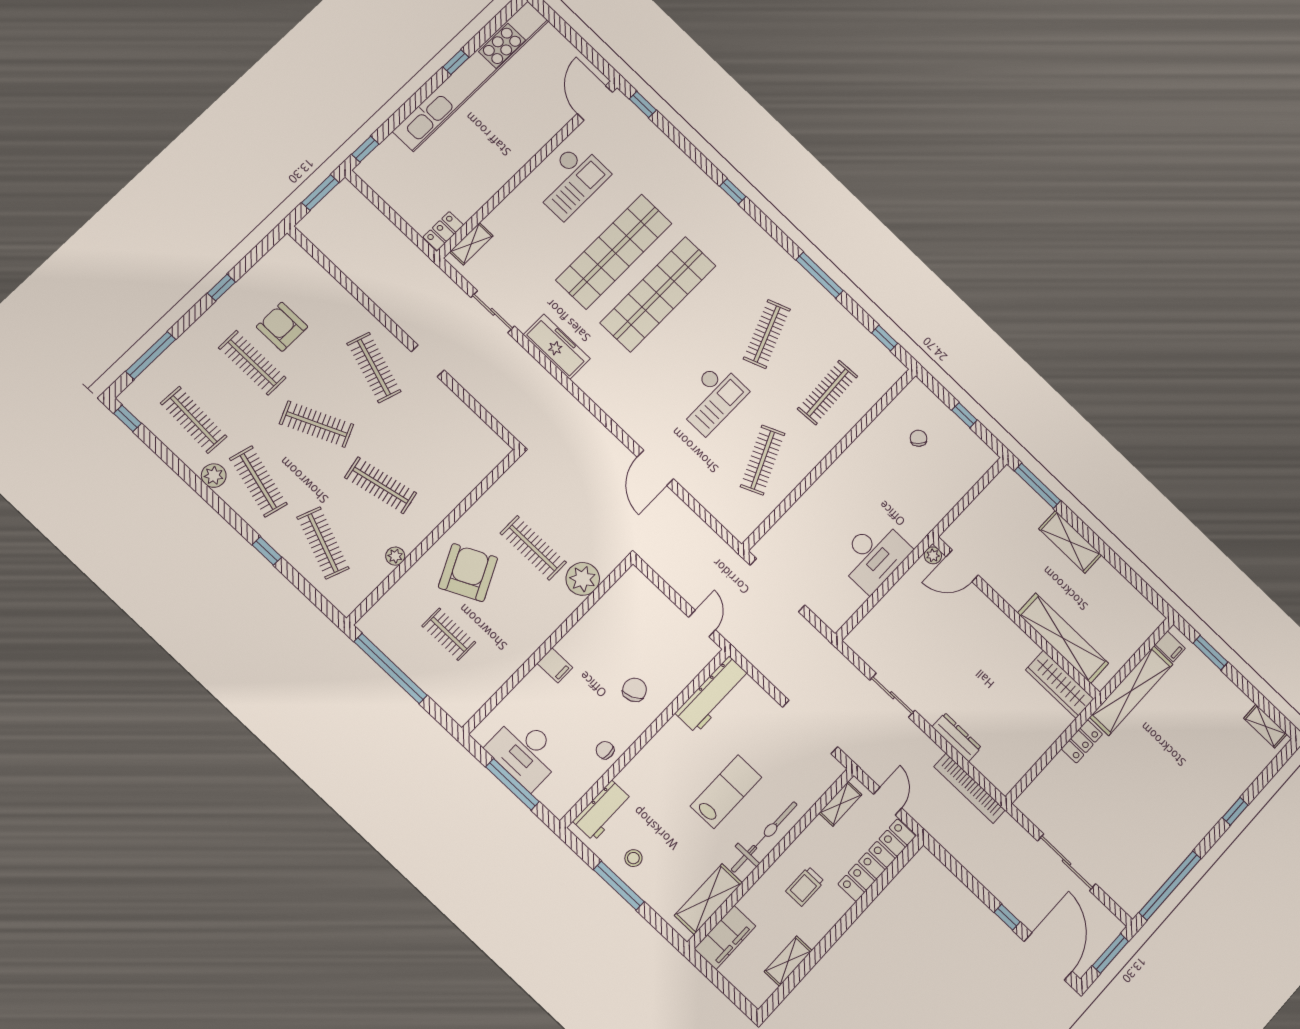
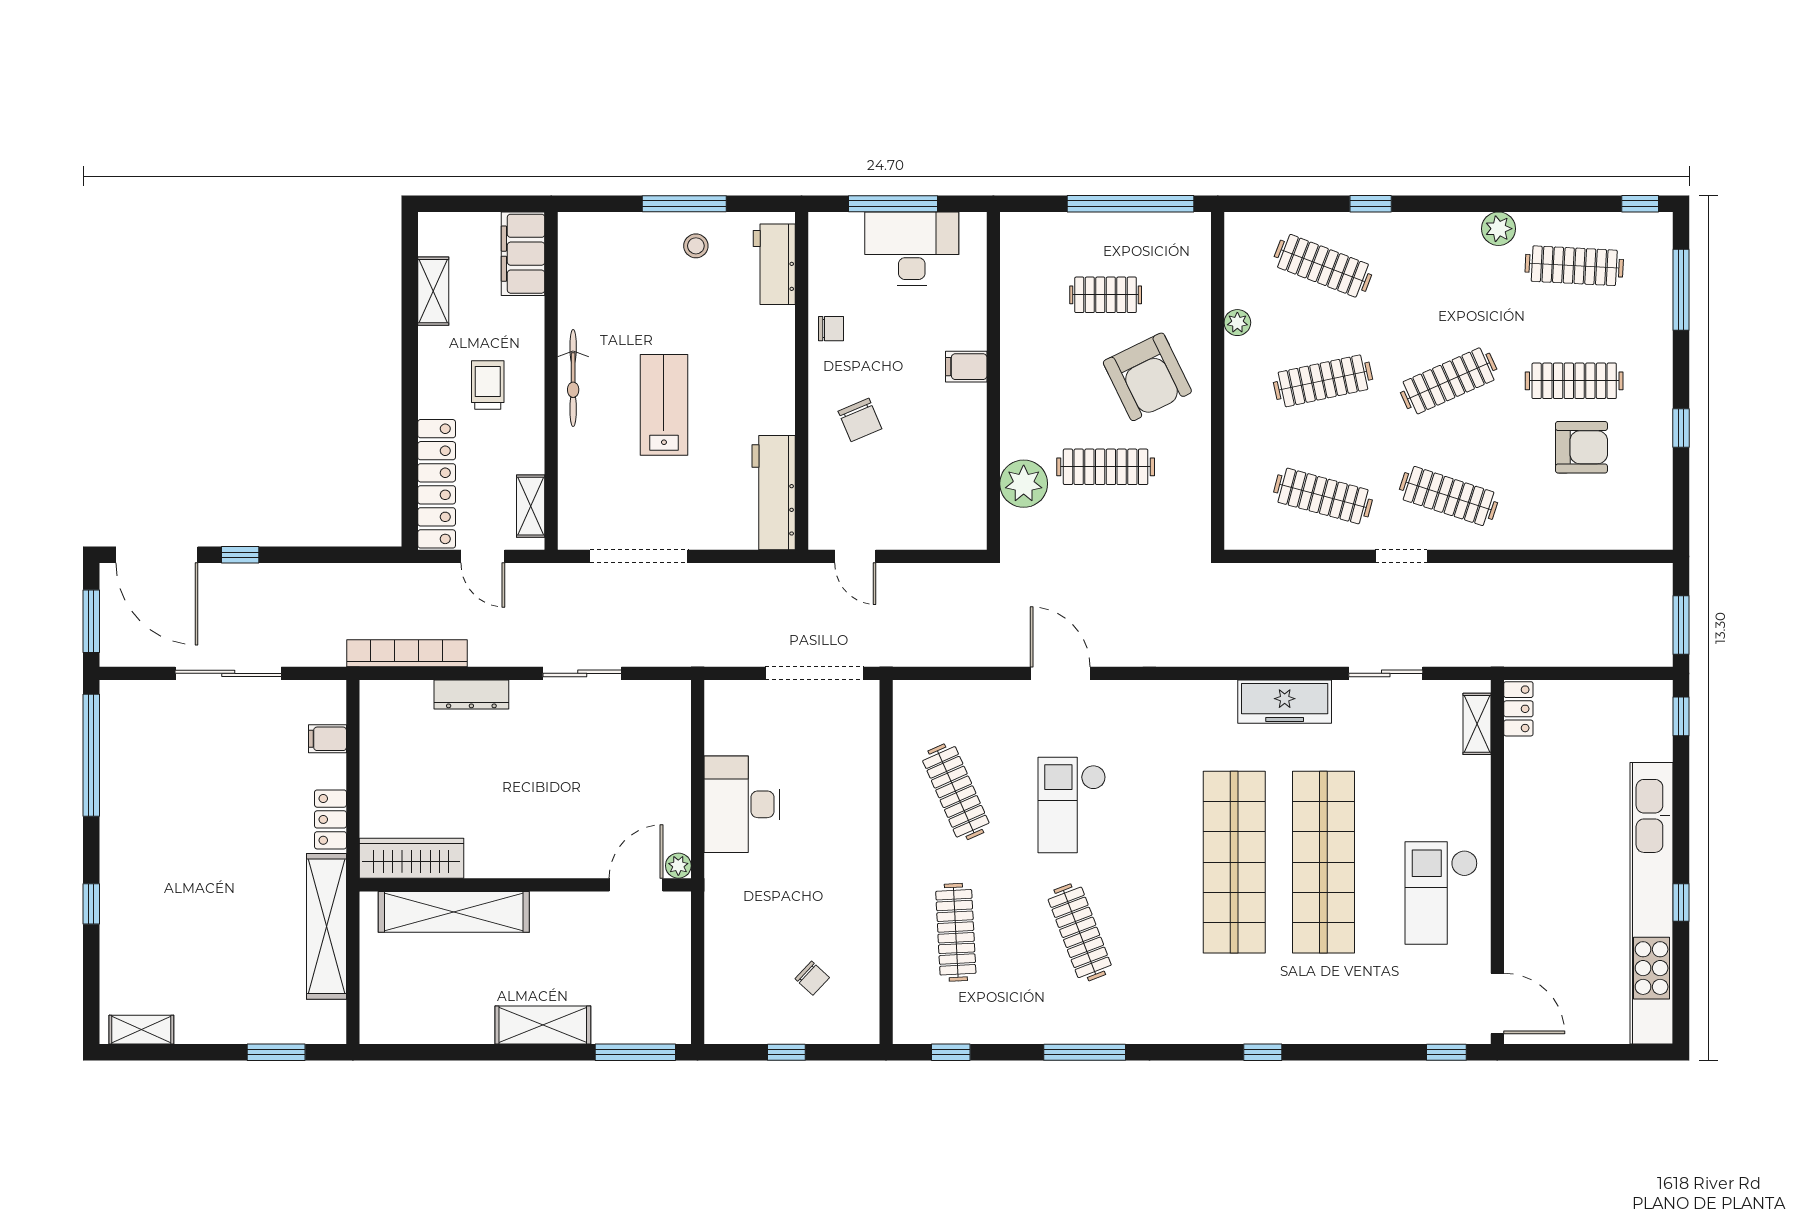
clothes rail: (258, 481) -> (1323, 496), moved
filing cabinet: (1170, 646) -> (327, 739), moved
lab bench: (726, 792) -> (664, 405), turned 180
bicycle: (764, 837) -> (573, 378), width x0.73, depth x0.71
shelving: (708, 899) -> (578, 277), removed

